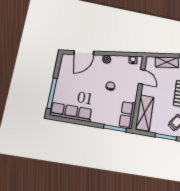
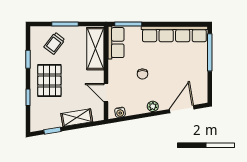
row of seats: (71, 112) -> (174, 34), width x1.36

